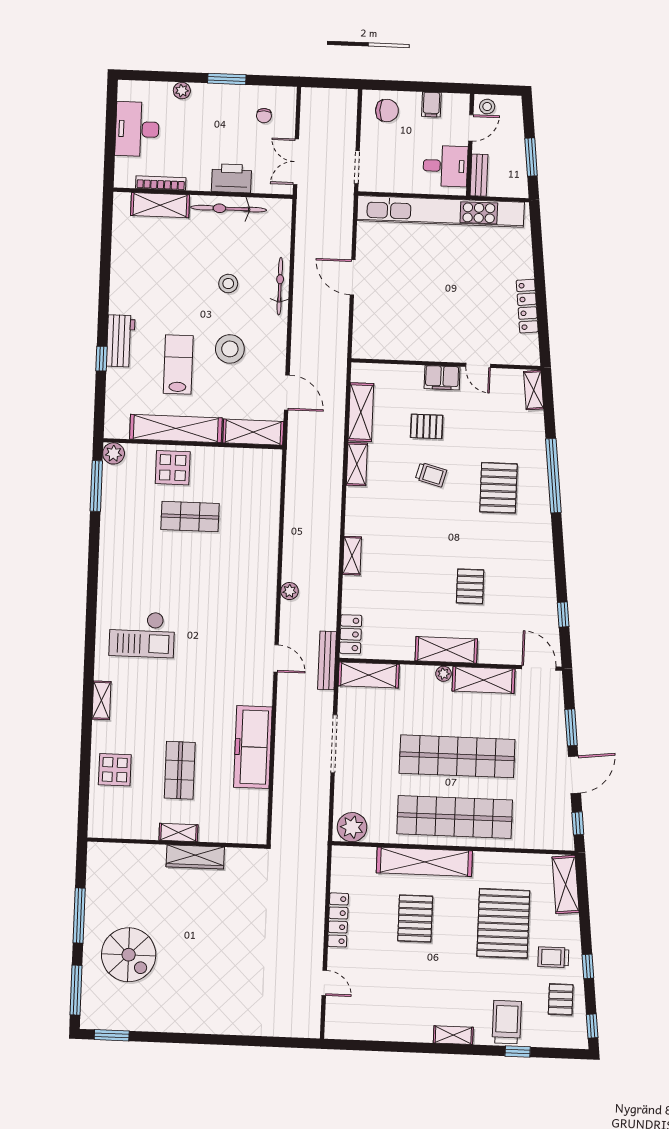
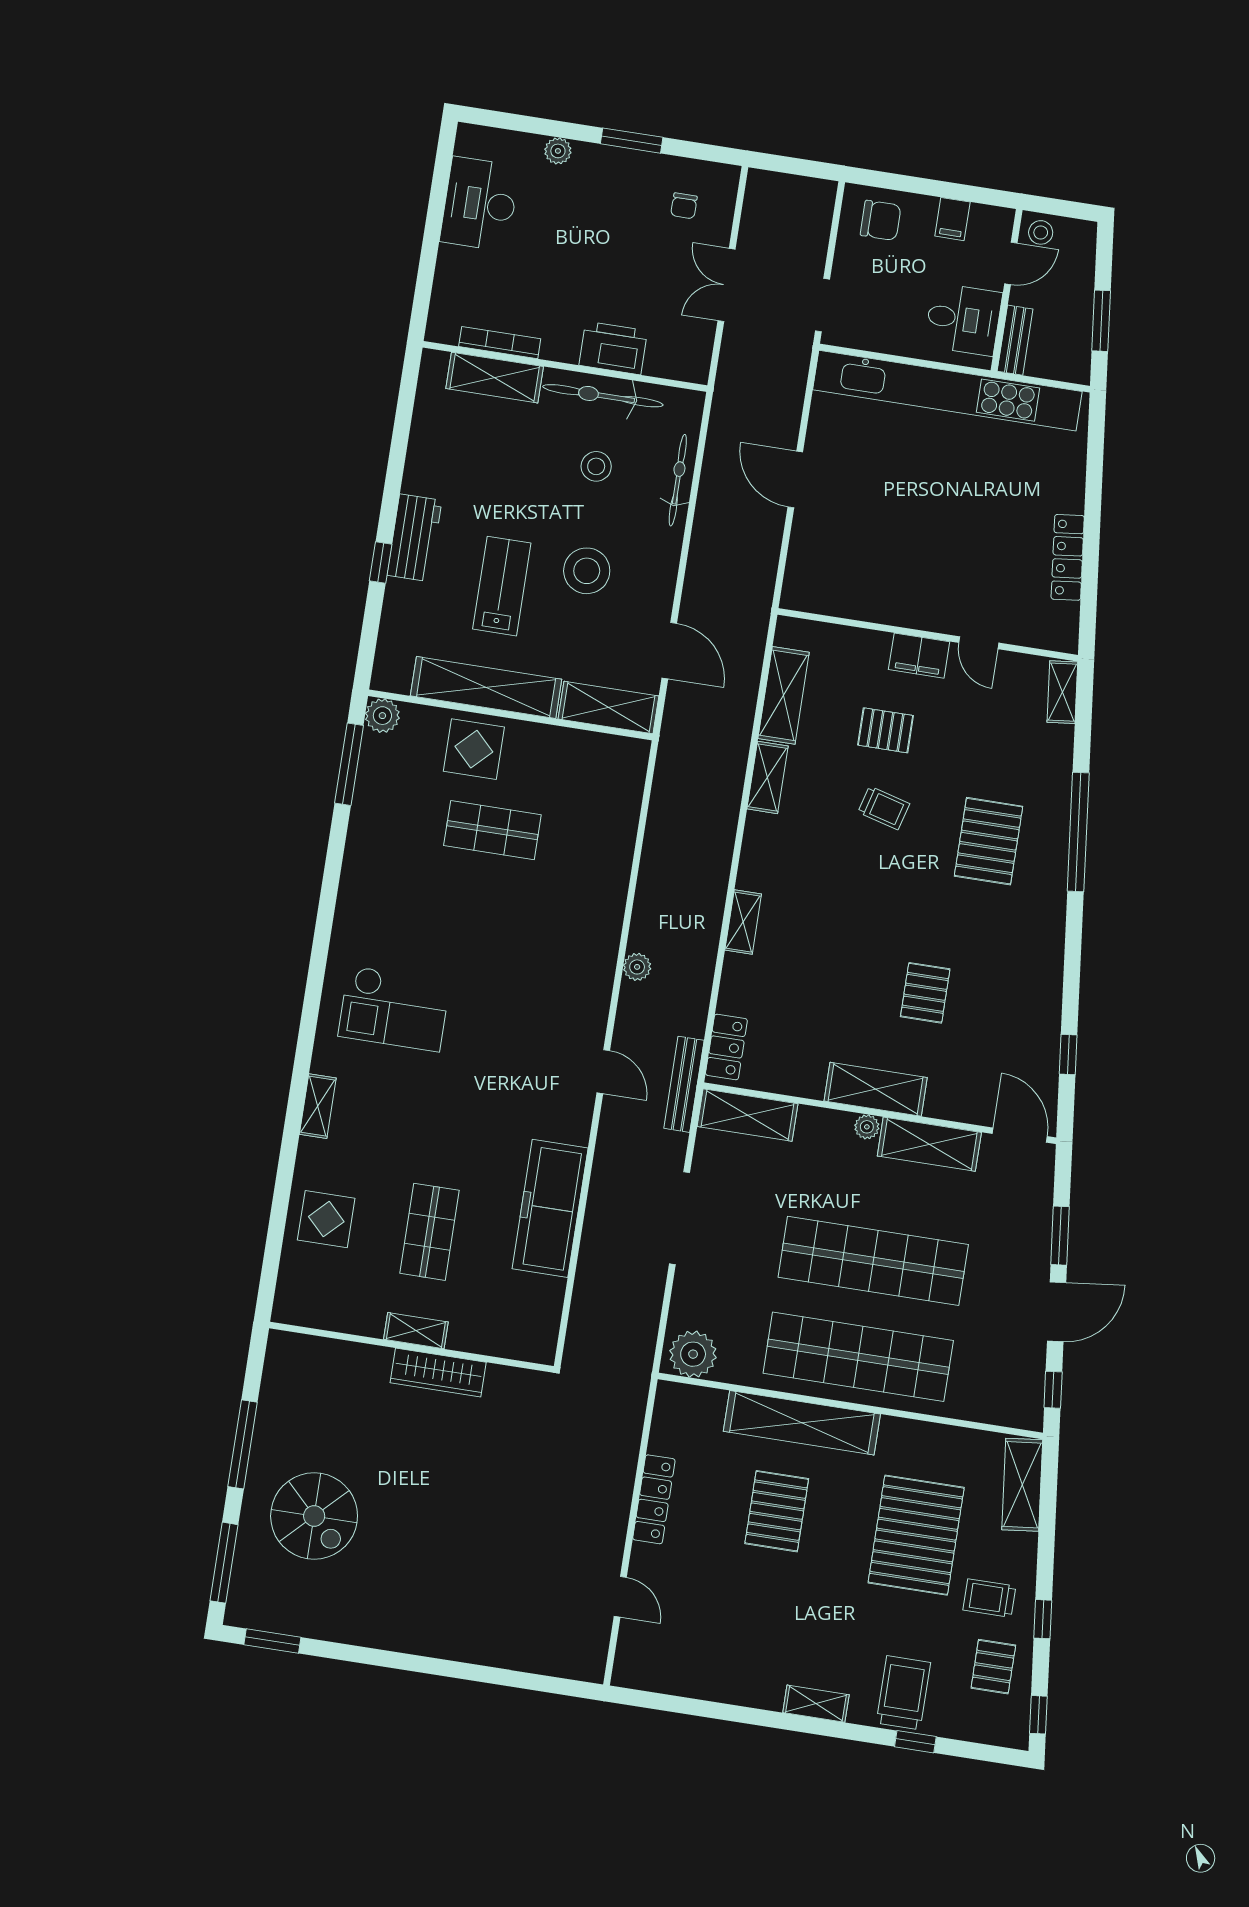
printer: (232, 178) -> (613, 348), moved
bookcase: (161, 183) -> (500, 343), moved
wall: (203, 193) -> (565, 366), moved
shelving: (160, 205) -> (495, 378), moved
bicycle: (229, 209) -> (603, 396), moved

